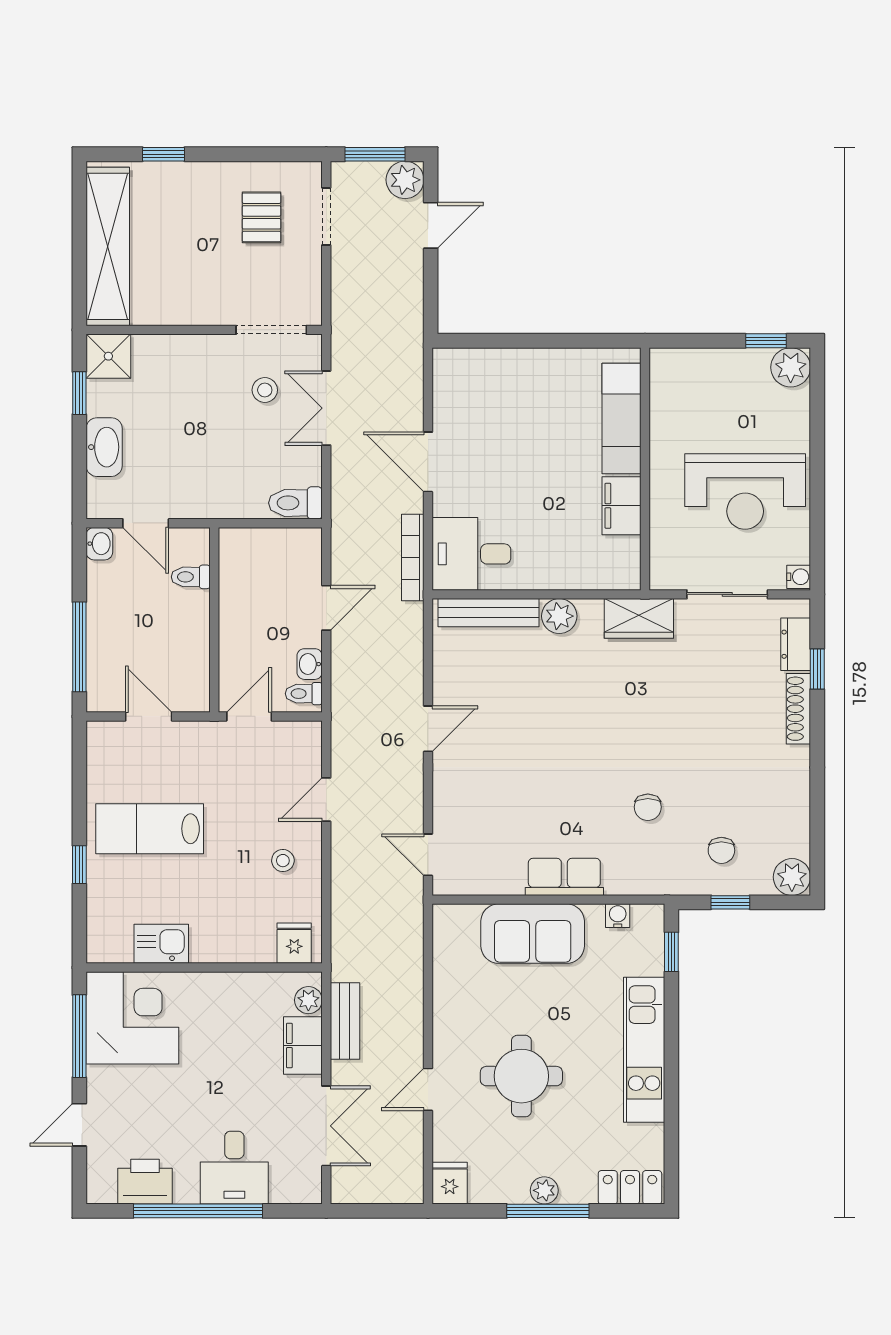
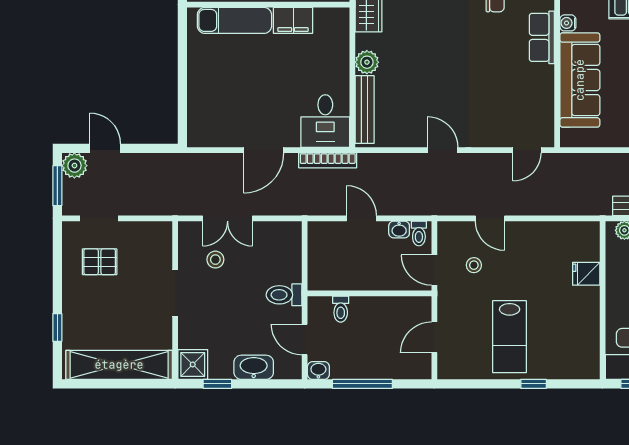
doorway: (271, 330) -> (175, 293), moved
toilet: (295, 503) -> (284, 295), moved, turned 90
door: (146, 523) -> (305, 339), swing flipped
window: (79, 647) -> (362, 384), moved
stool: (283, 861) -> (474, 265), moved
row of seats: (564, 877) -> (542, 37), moved
sofa: (533, 934) -> (580, 80), width x1.36
fridge: (294, 943) -> (586, 274), moved
kitchen sink: (161, 944) -> (587, 329), removed

